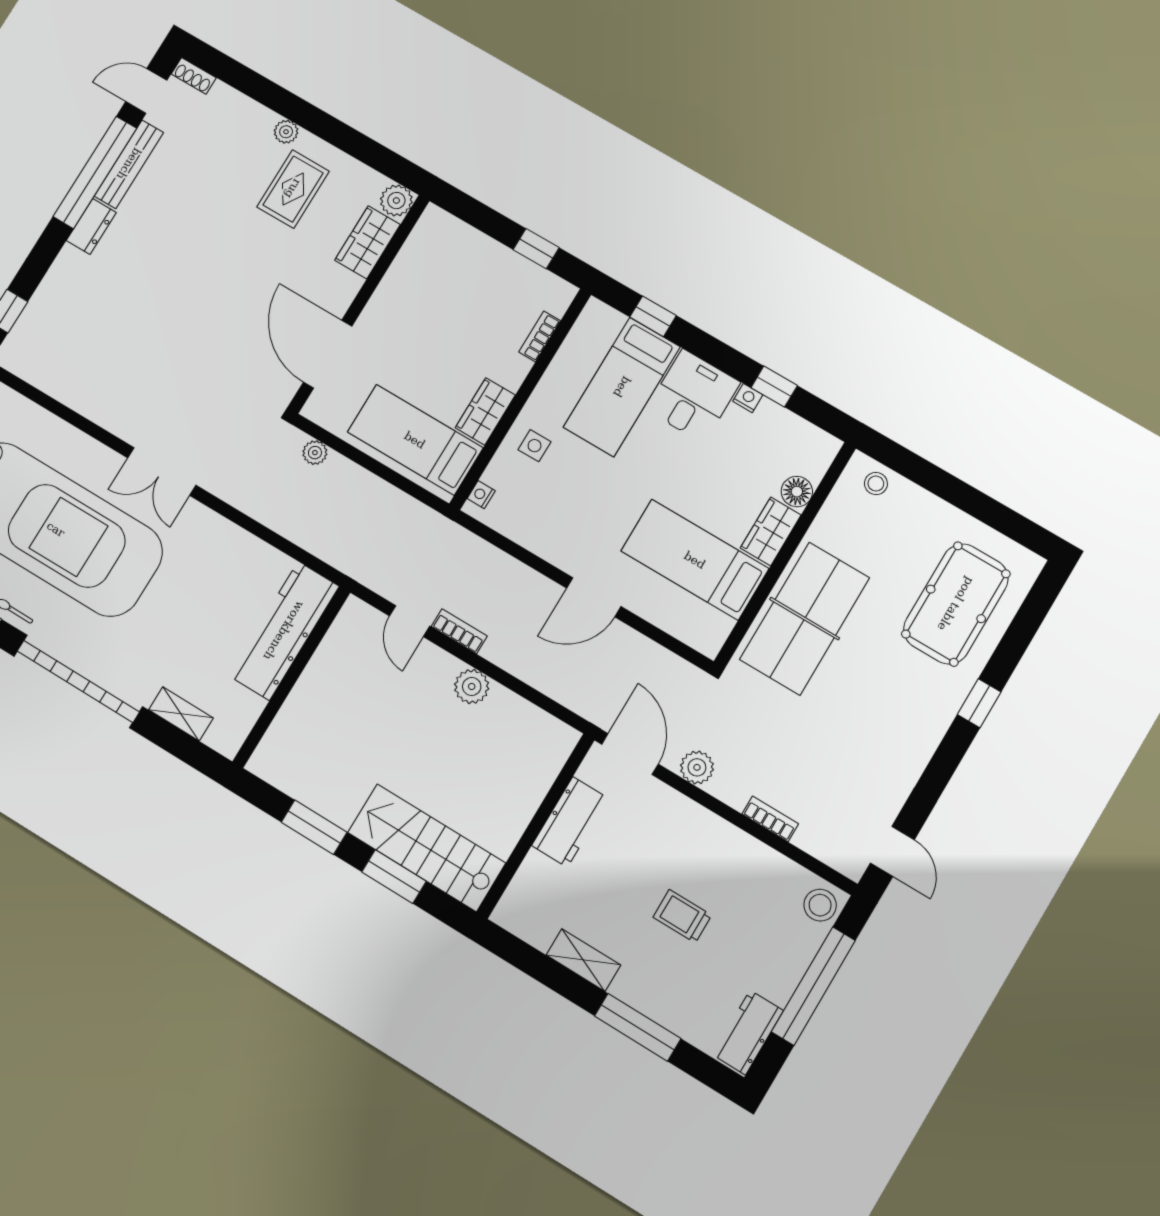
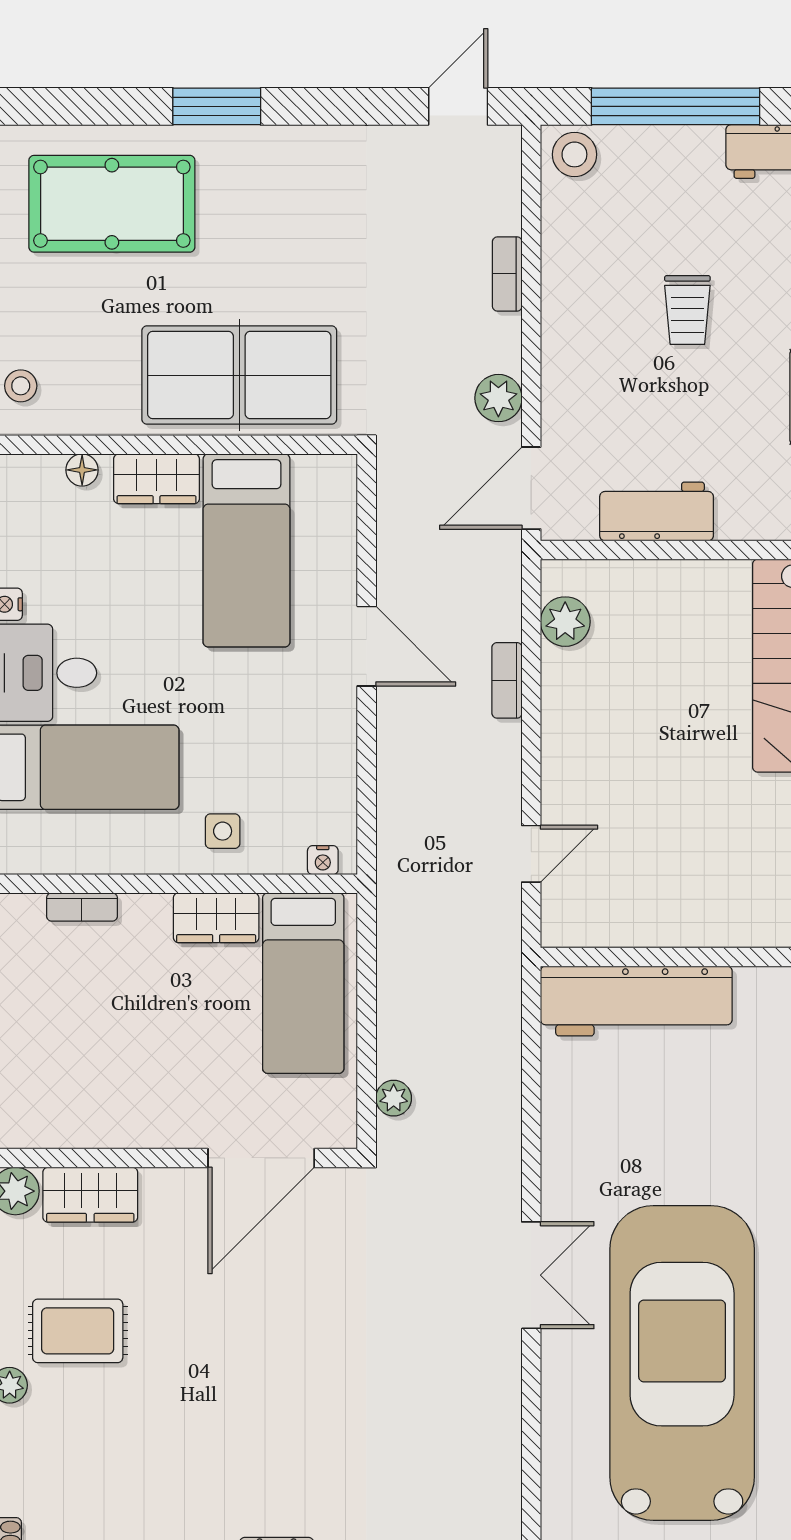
floor lamp: (797, 492) -> (82, 470), width x0.73, depth x0.73
bookcase: (459, 631) -> (507, 680), moved
plant: (472, 686) -> (565, 622), moved
window: (979, 703) -> (217, 106), width x1.50

